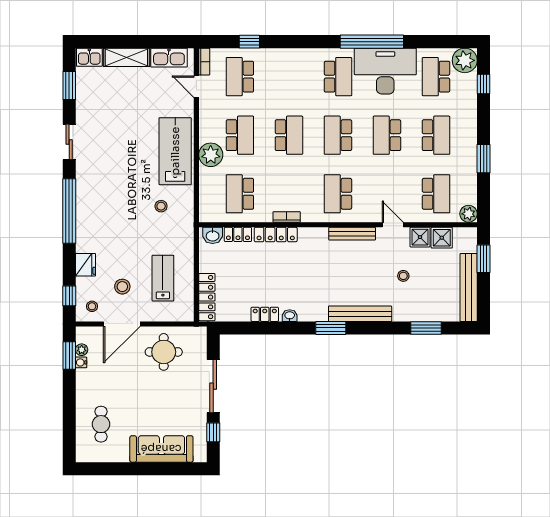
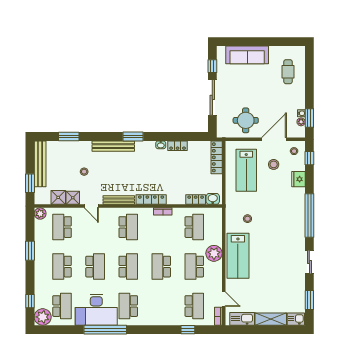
locker: (276, 235) -> (151, 200), moved
lab bench: (163, 278) -> (246, 170), width x1.36, depth x1.39

